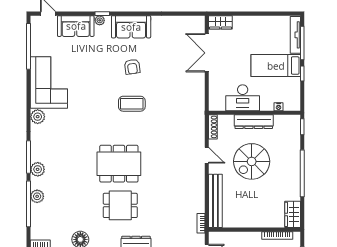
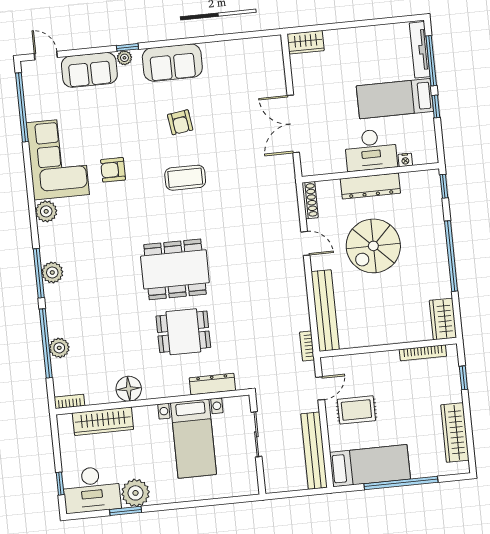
double door: (207, 53) -> (293, 124), moved
armchair: (85, 94) -> (113, 170), added
desk: (243, 98) -> (371, 150), moved
plant: (38, 169) -> (52, 272), moved
plant: (37, 196) -> (59, 348), moved

